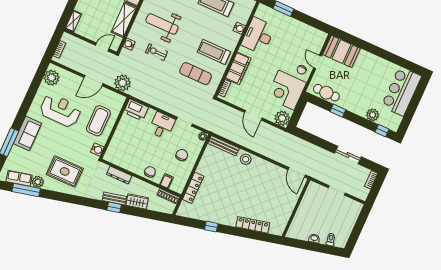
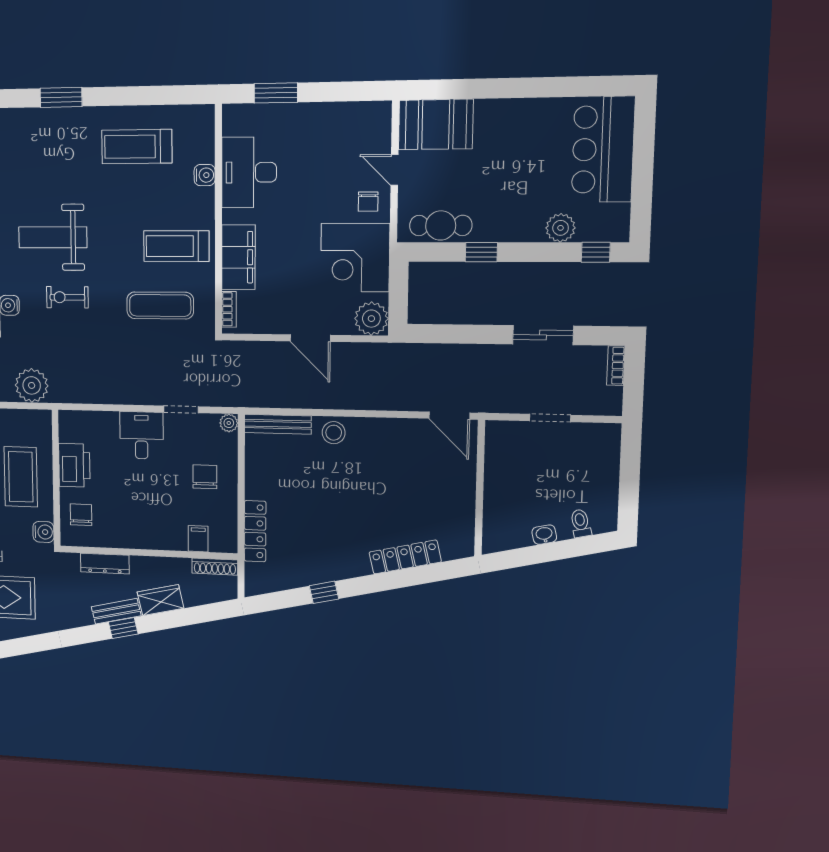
printer: (136, 110) -> (74, 465), moved, turned -90
chair: (150, 172) -> (81, 515), moved

